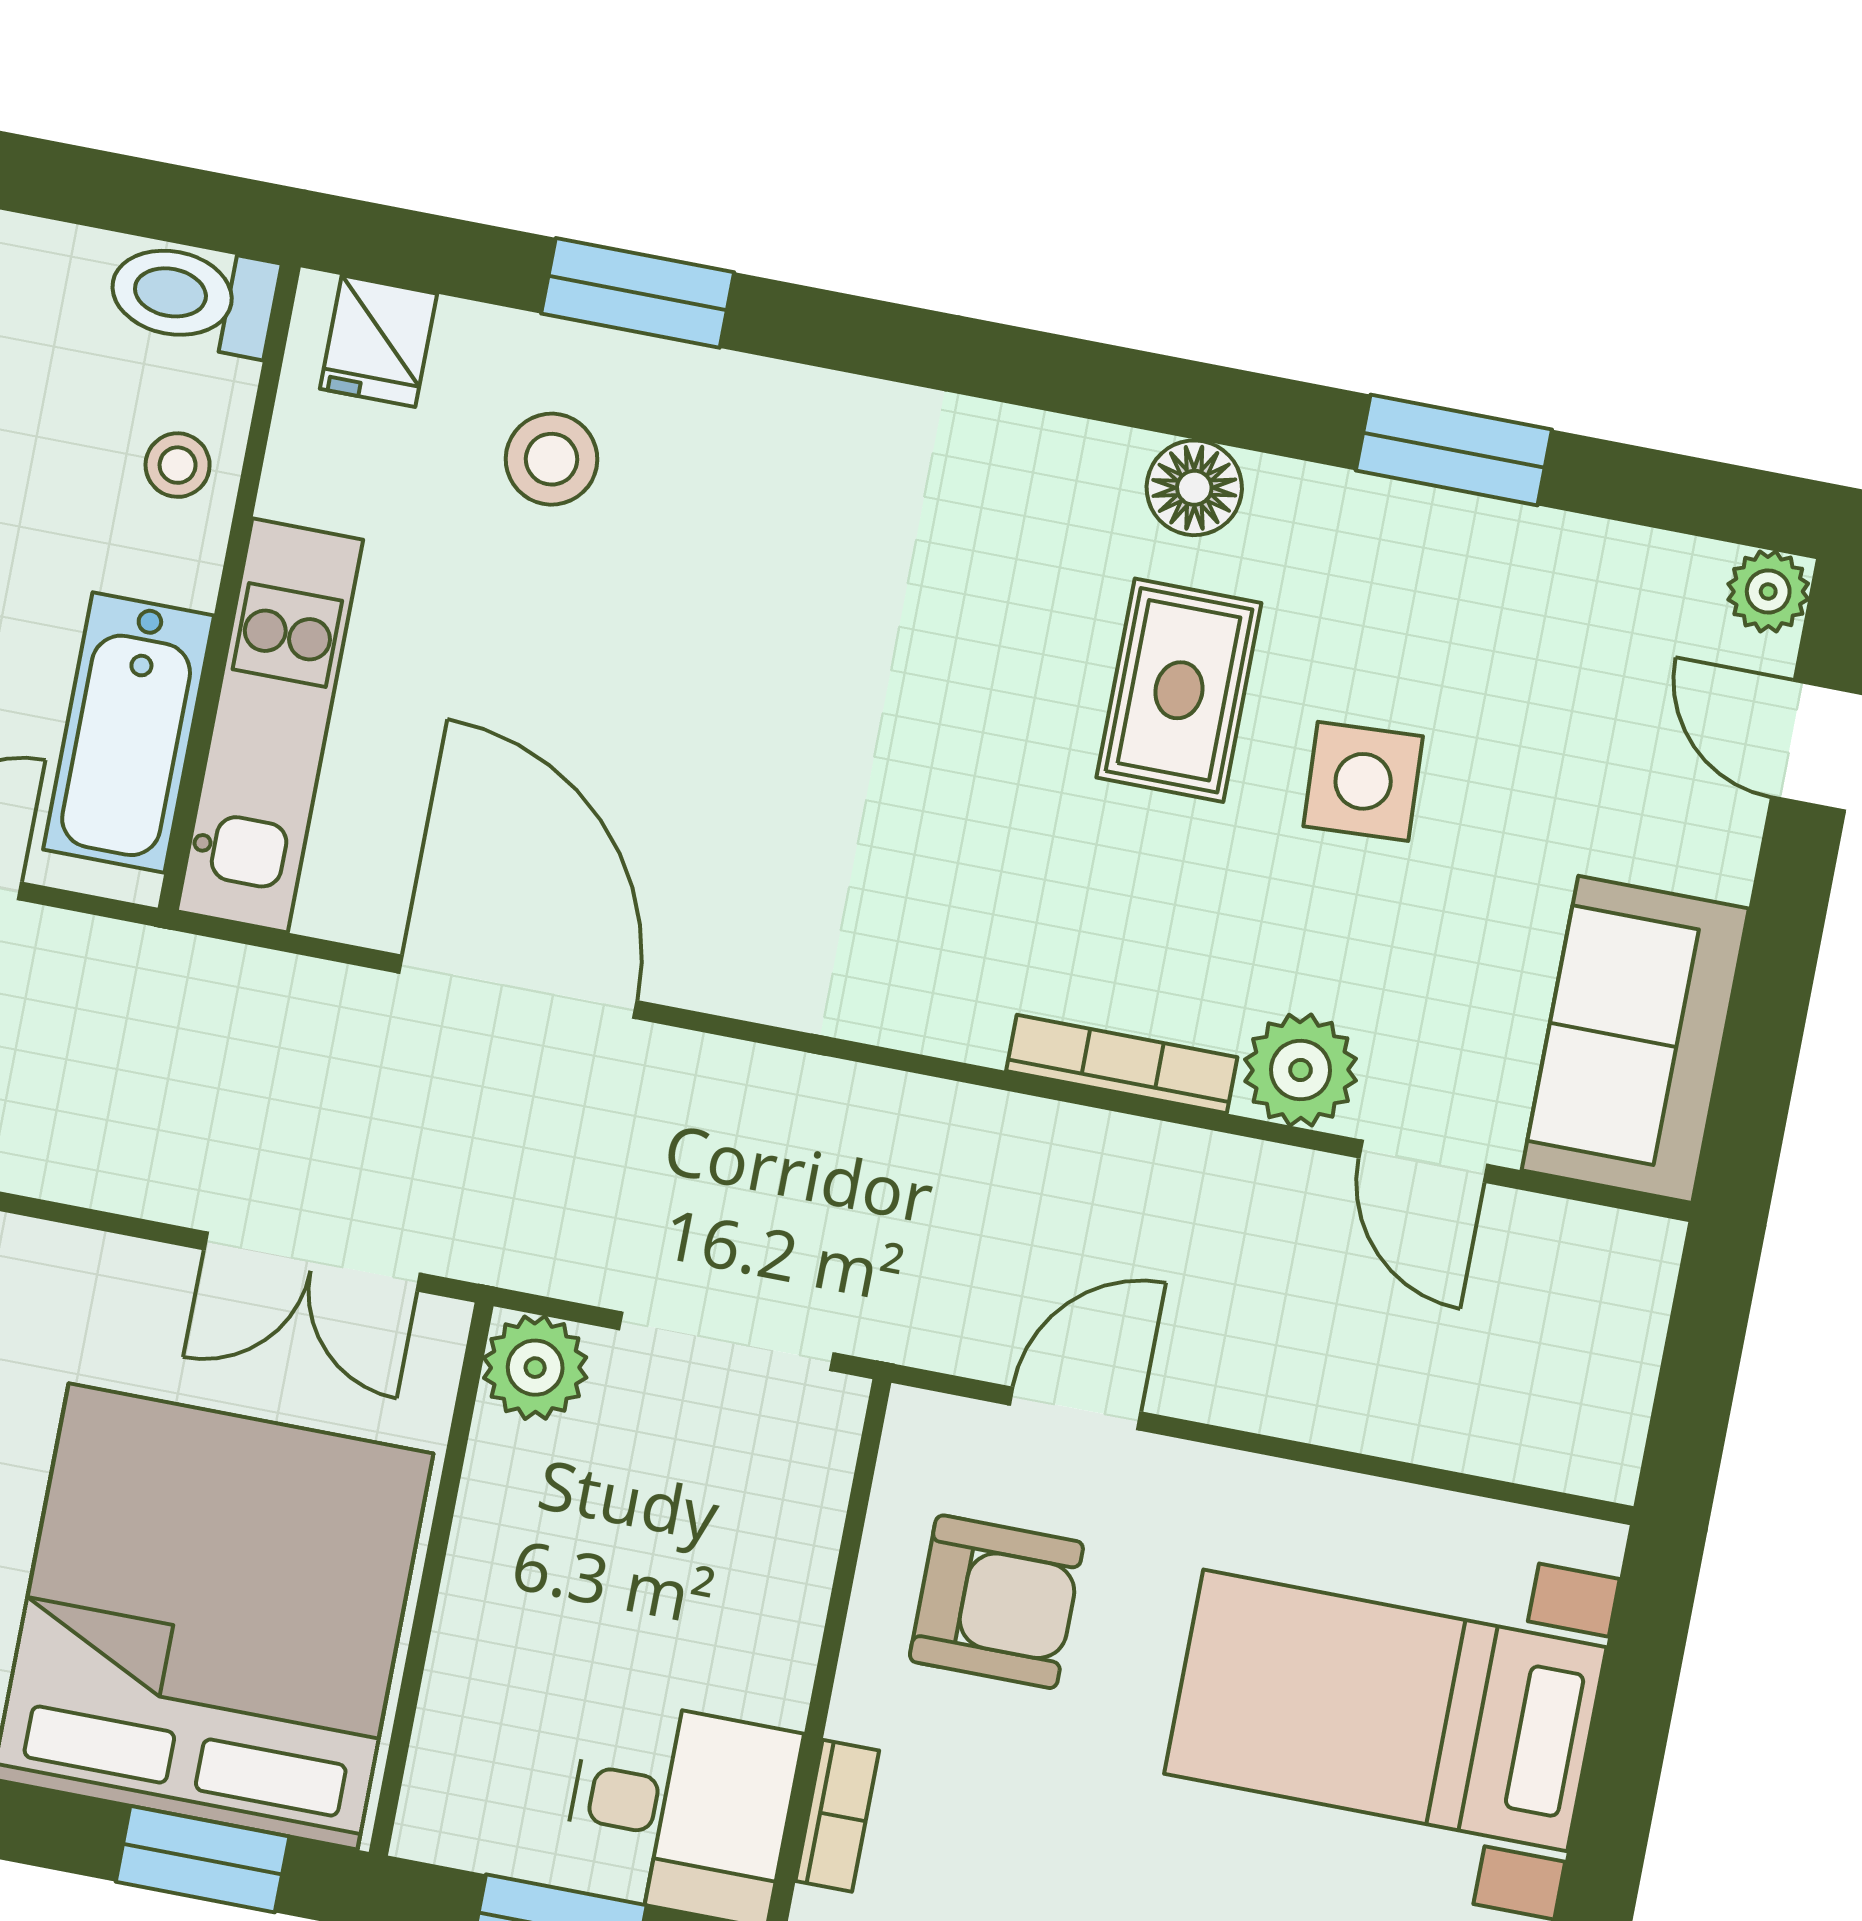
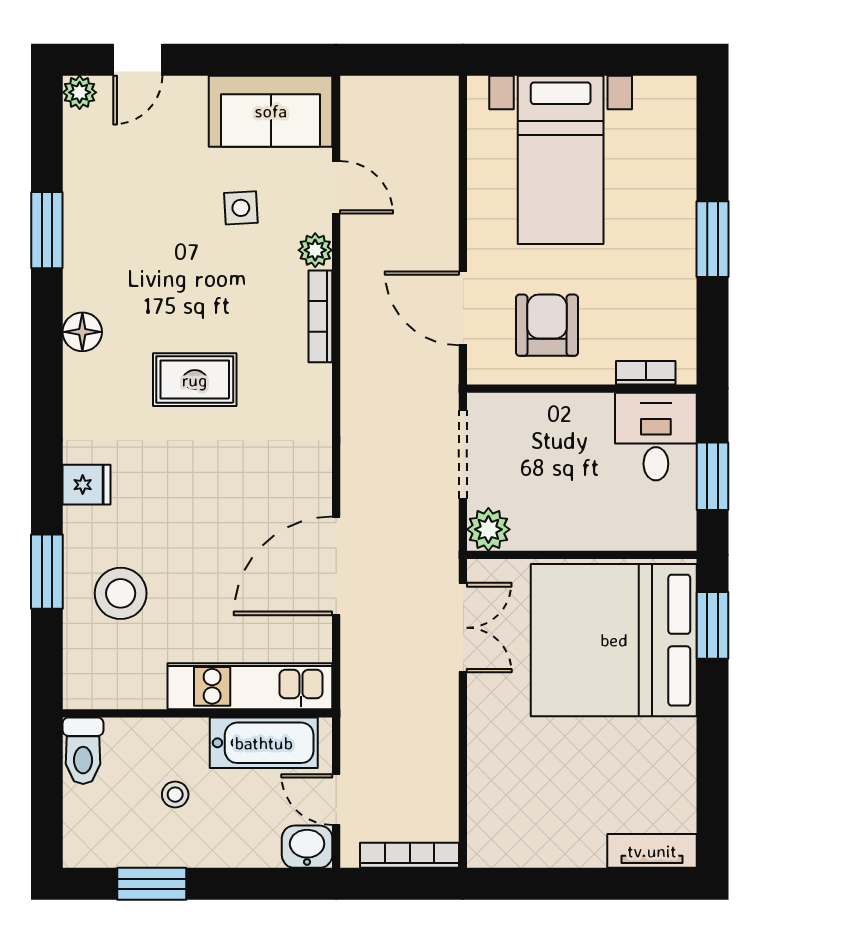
fridge: (379, 341) -> (87, 485), moved
stool: (552, 459) -> (121, 593), width x1.38, depth x1.38
stool: (178, 465) -> (175, 795), moved
rug: (1179, 690) -> (195, 380), moved
side table: (1363, 781) -> (241, 208), moved, width x0.73, depth x0.73
plant: (1301, 1070) -> (315, 250), width x0.73, depth x0.73
door: (1423, 1161) -> (336, 187), hinge flipped
door: (1075, 1408) -> (463, 308), width x1.38

